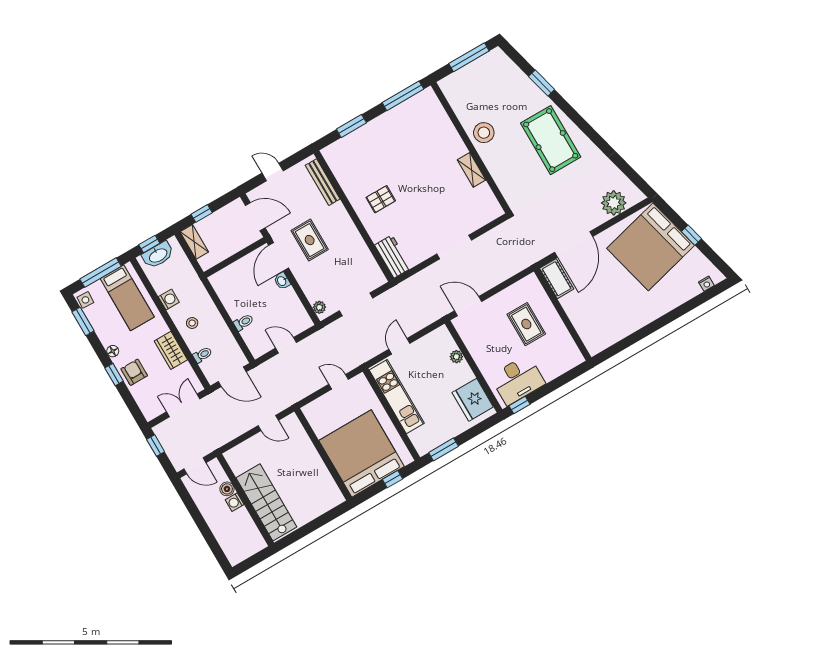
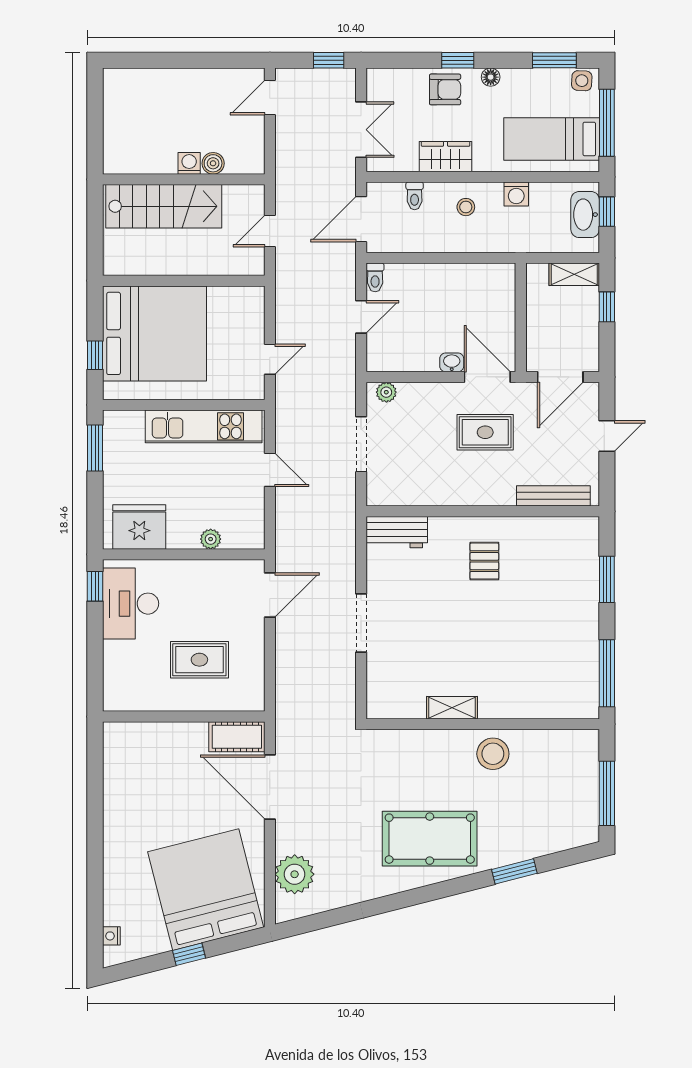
toilet: (244, 322) -> (375, 277), moved
boiler: (227, 489) -> (213, 163), moved
wall: (245, 500) -> (184, 179), moved
washing machine: (235, 502) -> (189, 163), moved
stairs: (266, 502) -> (164, 206), moved

